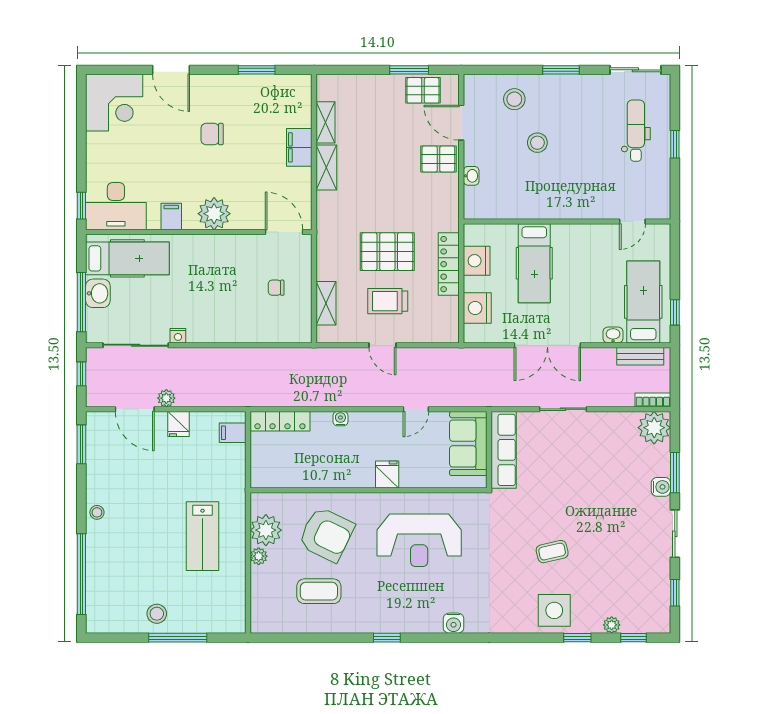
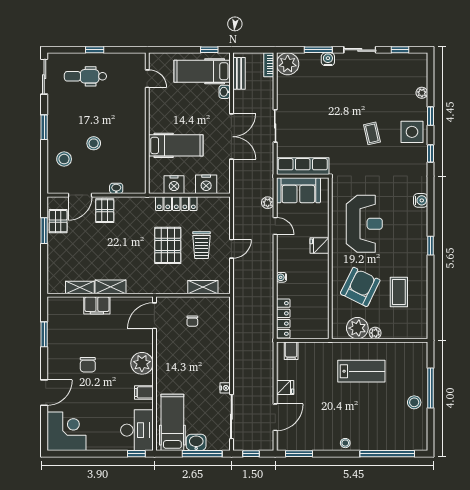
plant: (166, 398) -> (268, 203), moved
window: (634, 638) -> (430, 154), moved

